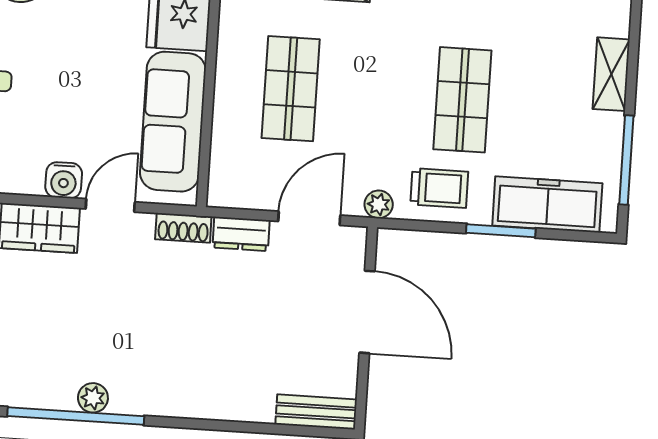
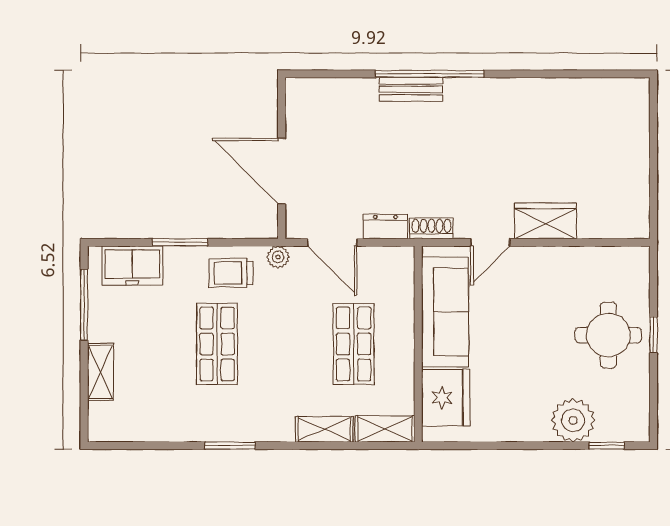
water cooler: (64, 180) -> (529, 260), removed
freezer: (547, 204) -> (132, 266), width x0.71
door: (309, 218) -> (332, 242), hinge flipped
plant: (93, 398) -> (494, 89), removed
bench: (316, 412) -> (411, 89), moved
window: (76, 416) -> (430, 74), moved

